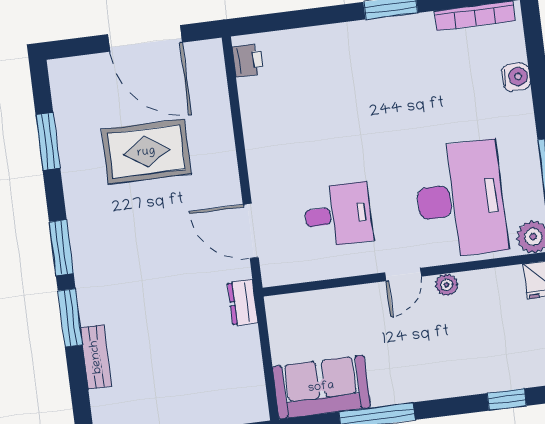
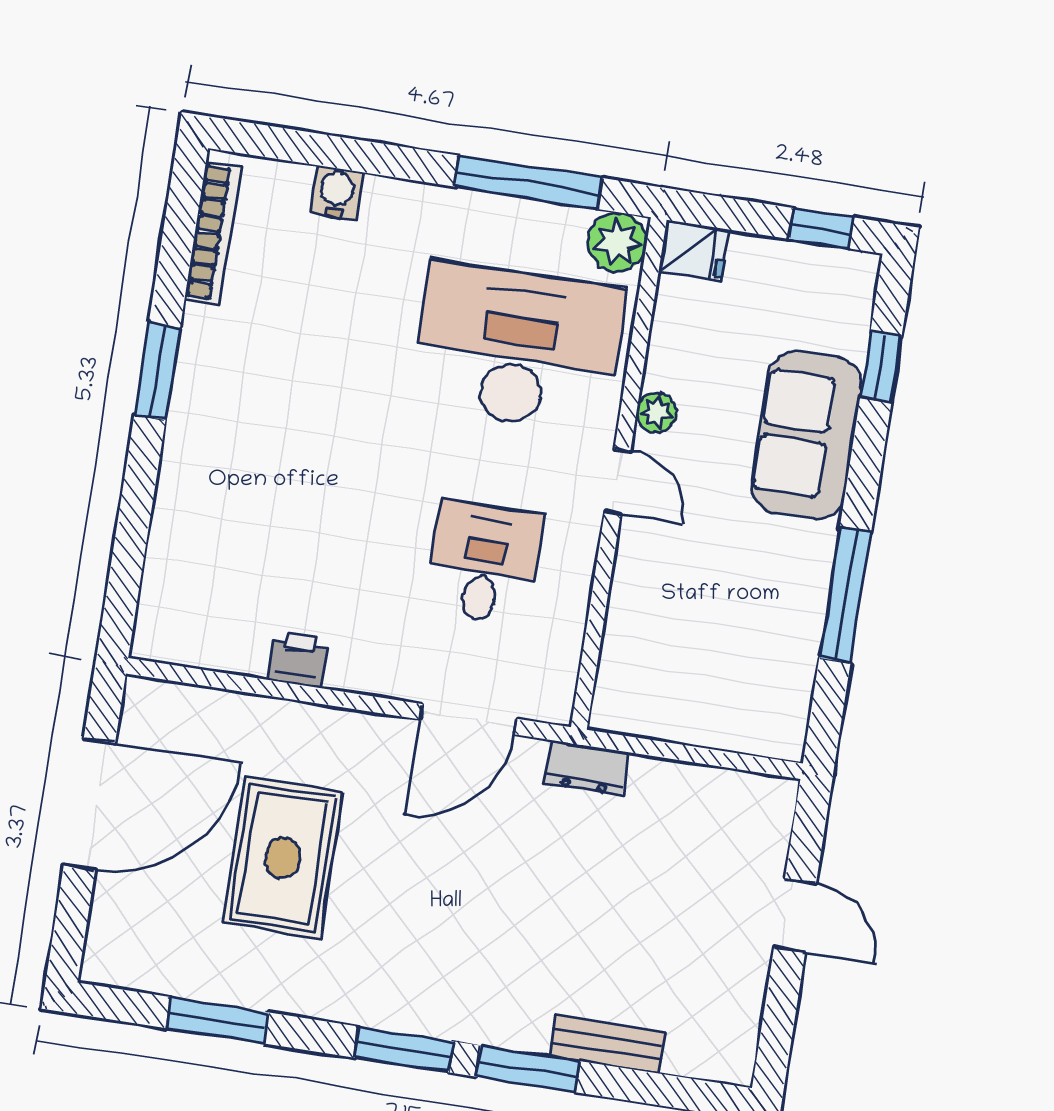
printer: (248, 60) -> (298, 659), moved
sofa: (321, 387) -> (807, 435), moved

